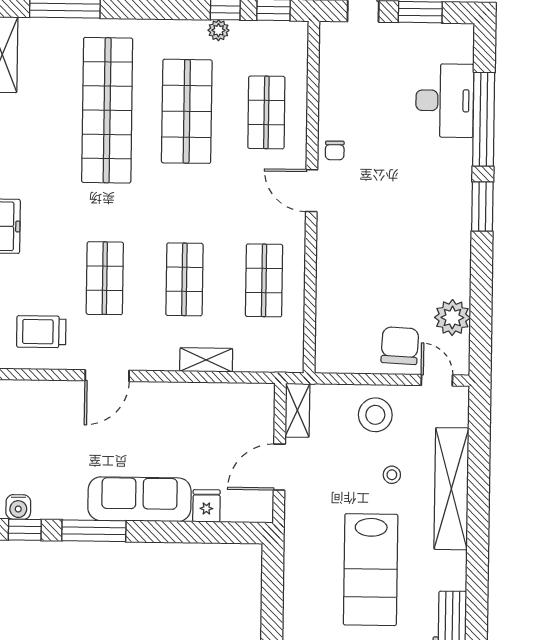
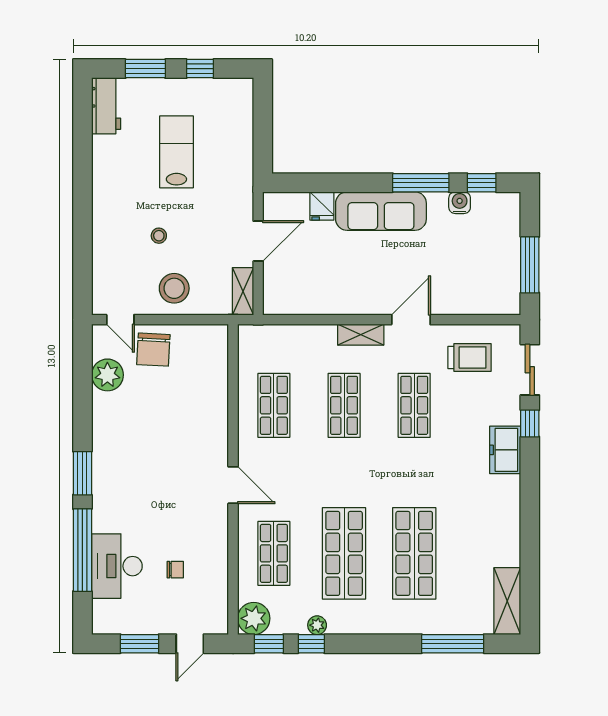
plant: (290, 39) -> (254, 618), added
shop shelf: (107, 110) -> (414, 553), width x0.71
chair: (335, 150) -> (175, 570), moved, turned 90
shelving: (206, 360) -> (361, 335), moved
shelving: (451, 489) -> (106, 224), removed
water cooler: (18, 507) -> (460, 203), moved
lab bench: (371, 570) -> (176, 152), width x0.73, depth x0.72

